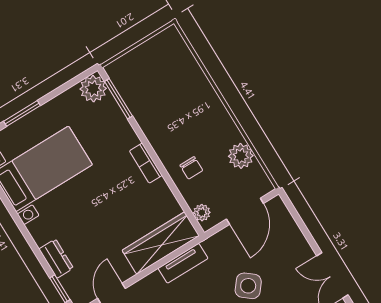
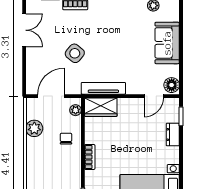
wardrobe: (161, 243) -> (101, 107), width x0.67
tv unit: (183, 263) -> (103, 88), width x1.41

